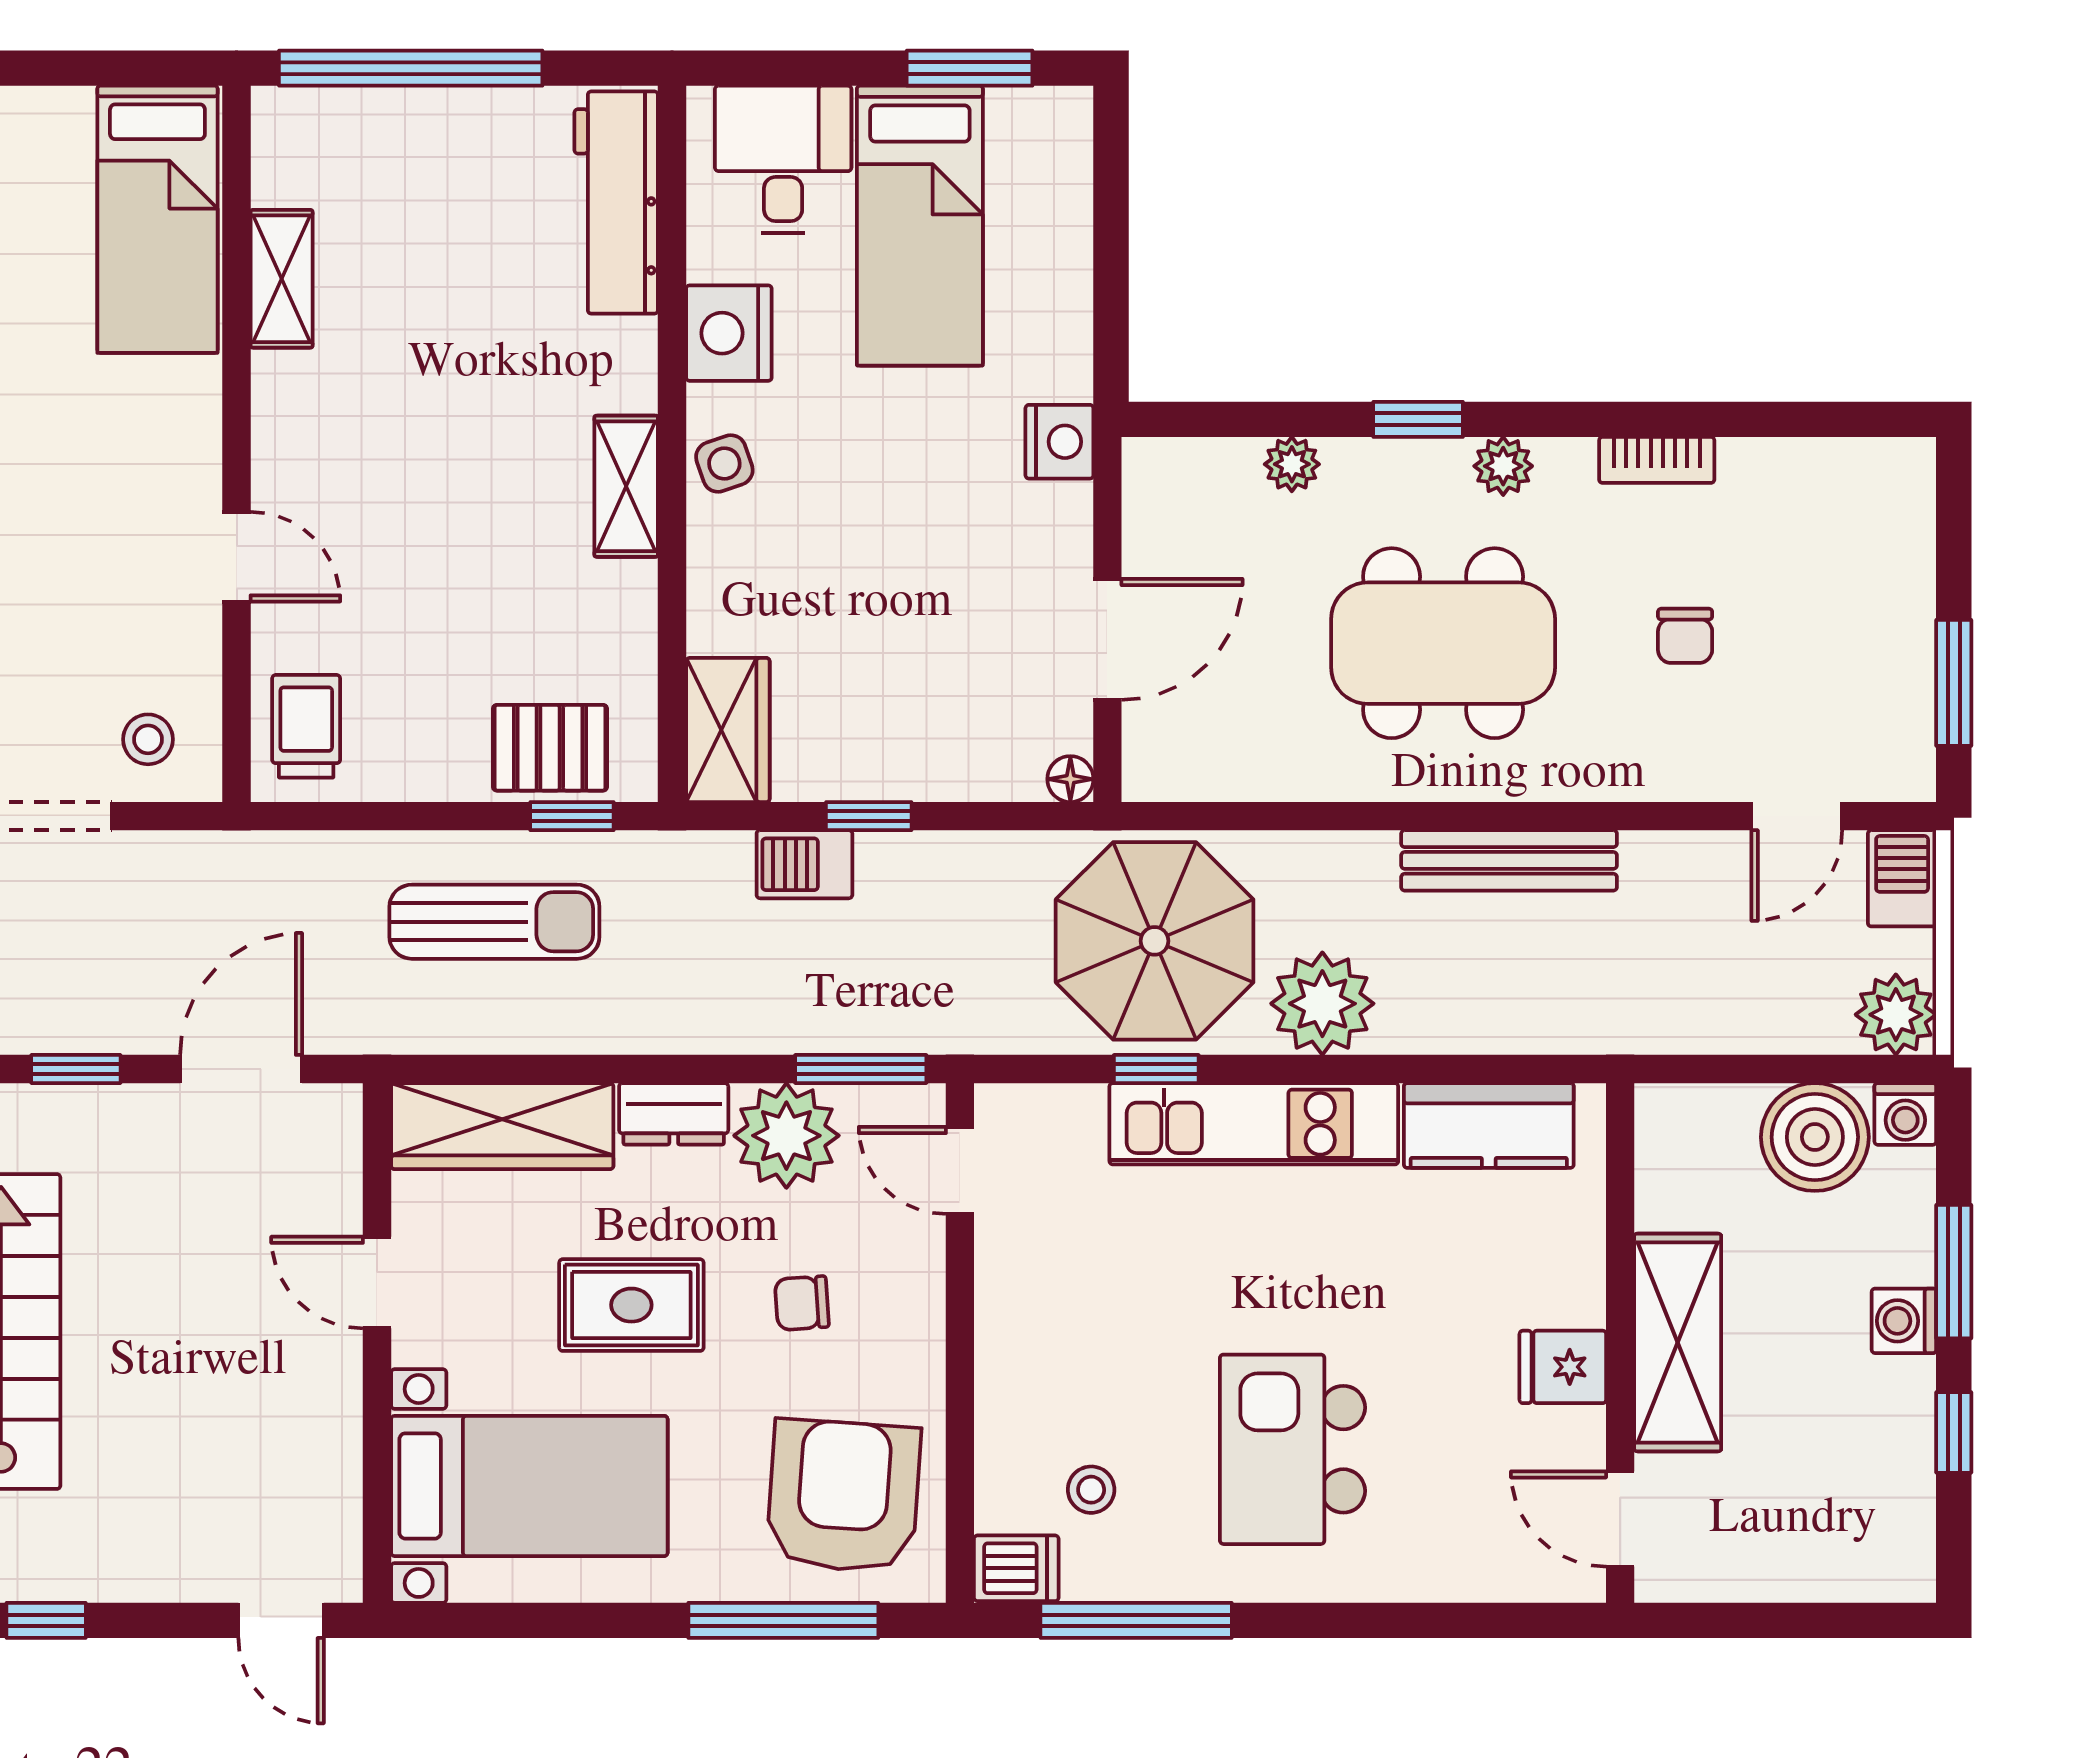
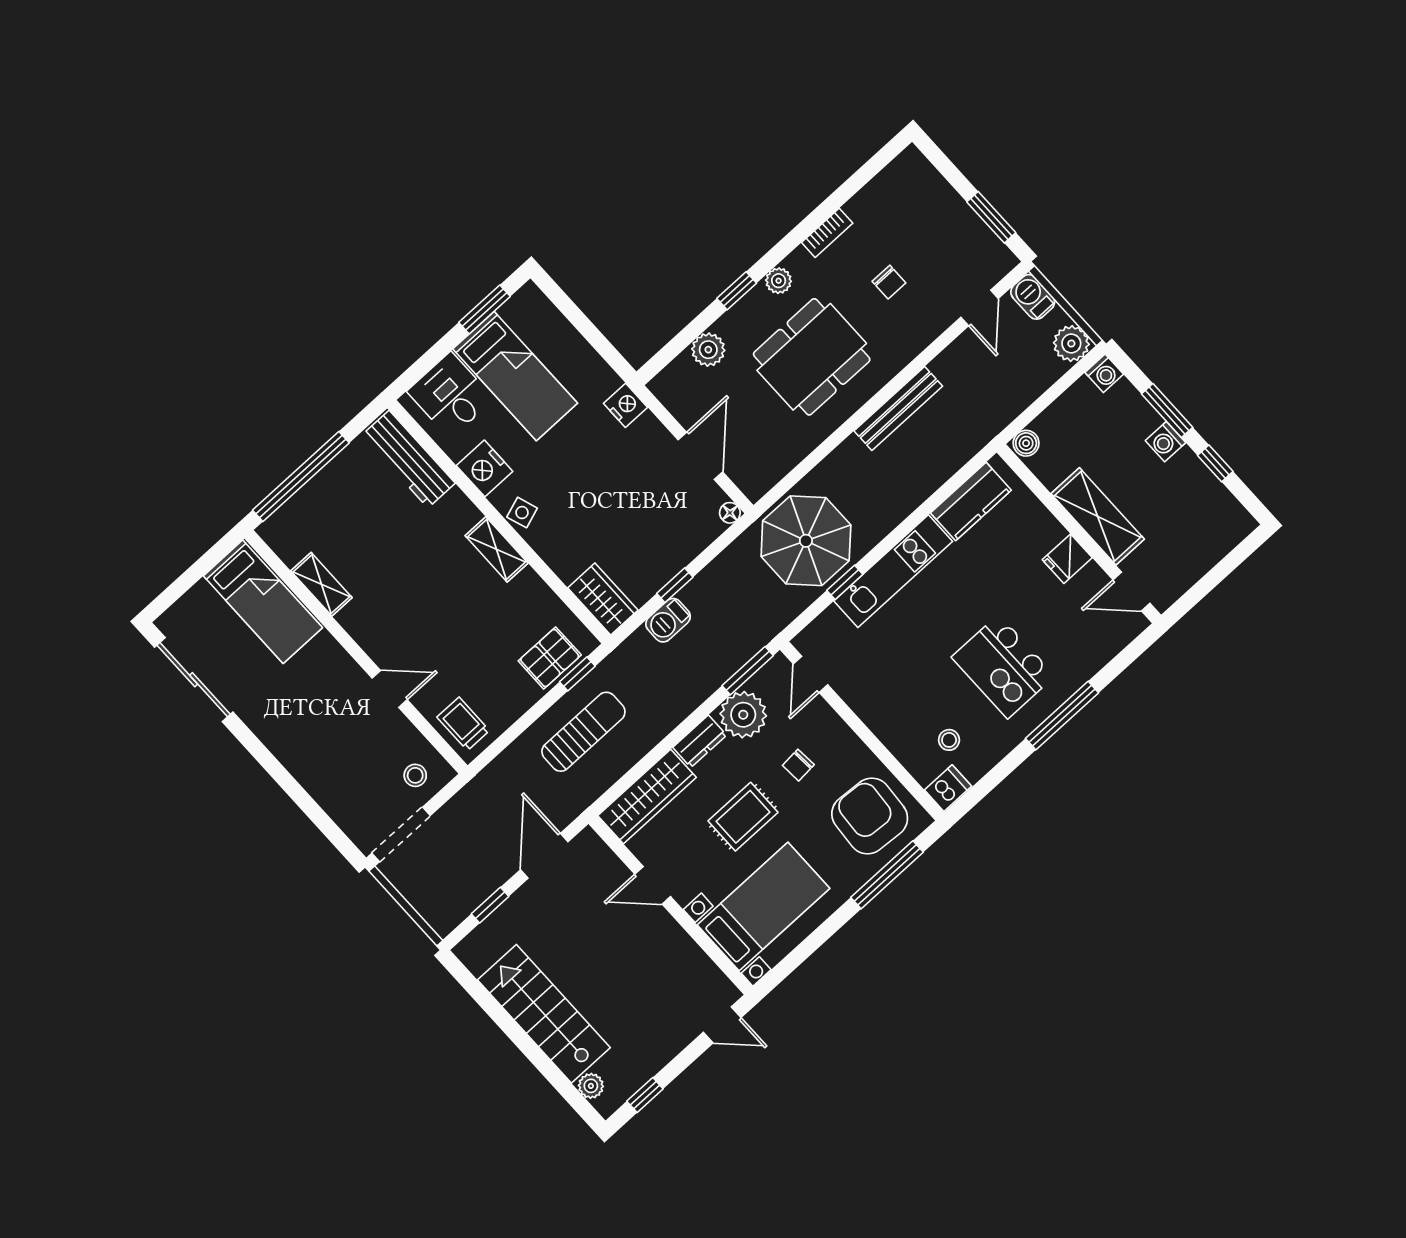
plant: (1292, 464) -> (708, 350), width x1.38, depth x1.38
plant: (1322, 1004) -> (880, 511), removed
boiler: (1815, 1137) -> (1026, 443), moved, width x0.54, depth x0.54
door: (960, 1170) -> (811, 674), hinge flipped
window: (1136, 1620) -> (1062, 716), moved

